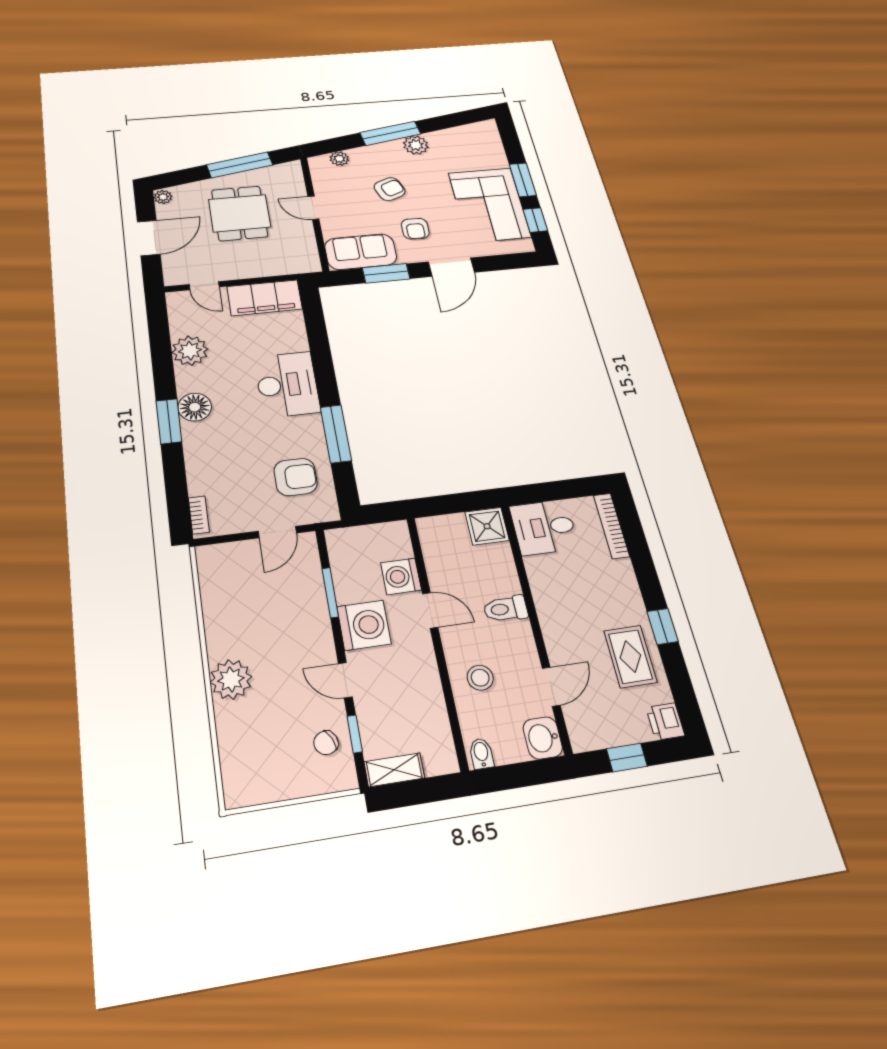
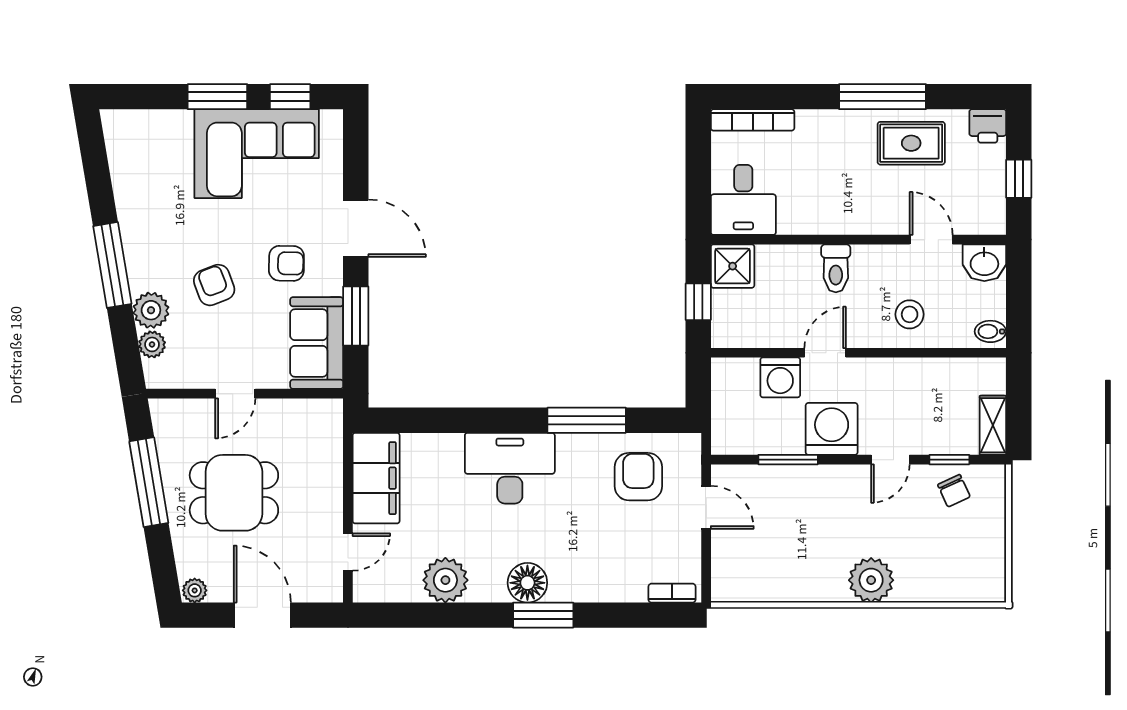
plant: (416, 145) -> (151, 310), moved
window: (451, 504) -> (698, 302), added
window: (662, 626) -> (883, 97), width x2.17

